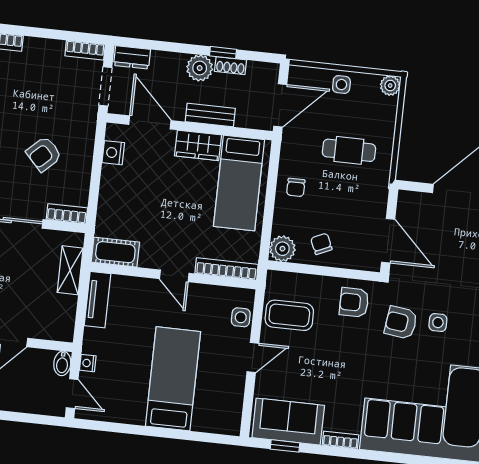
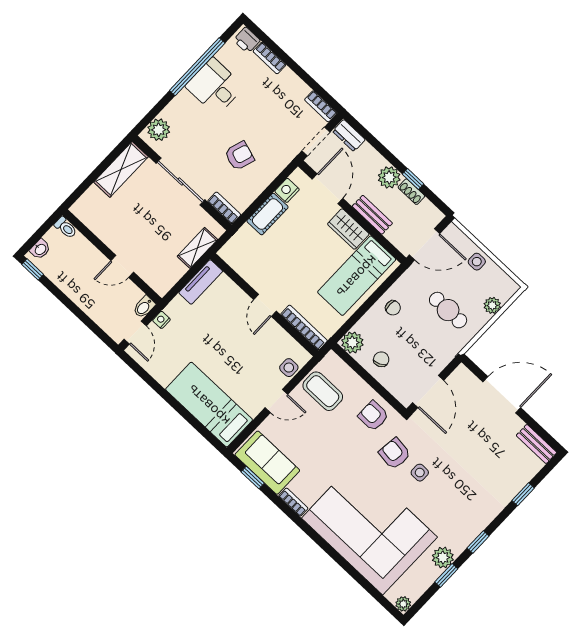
plant: (390, 86) -> (492, 305), moved
armchair: (44, 154) -> (239, 156), turned 151
chair: (296, 187) -> (393, 308), turned -90
cot: (115, 252) -> (267, 214), moved, turned 90
bed: (173, 379) -> (209, 405), moved, turned -90

